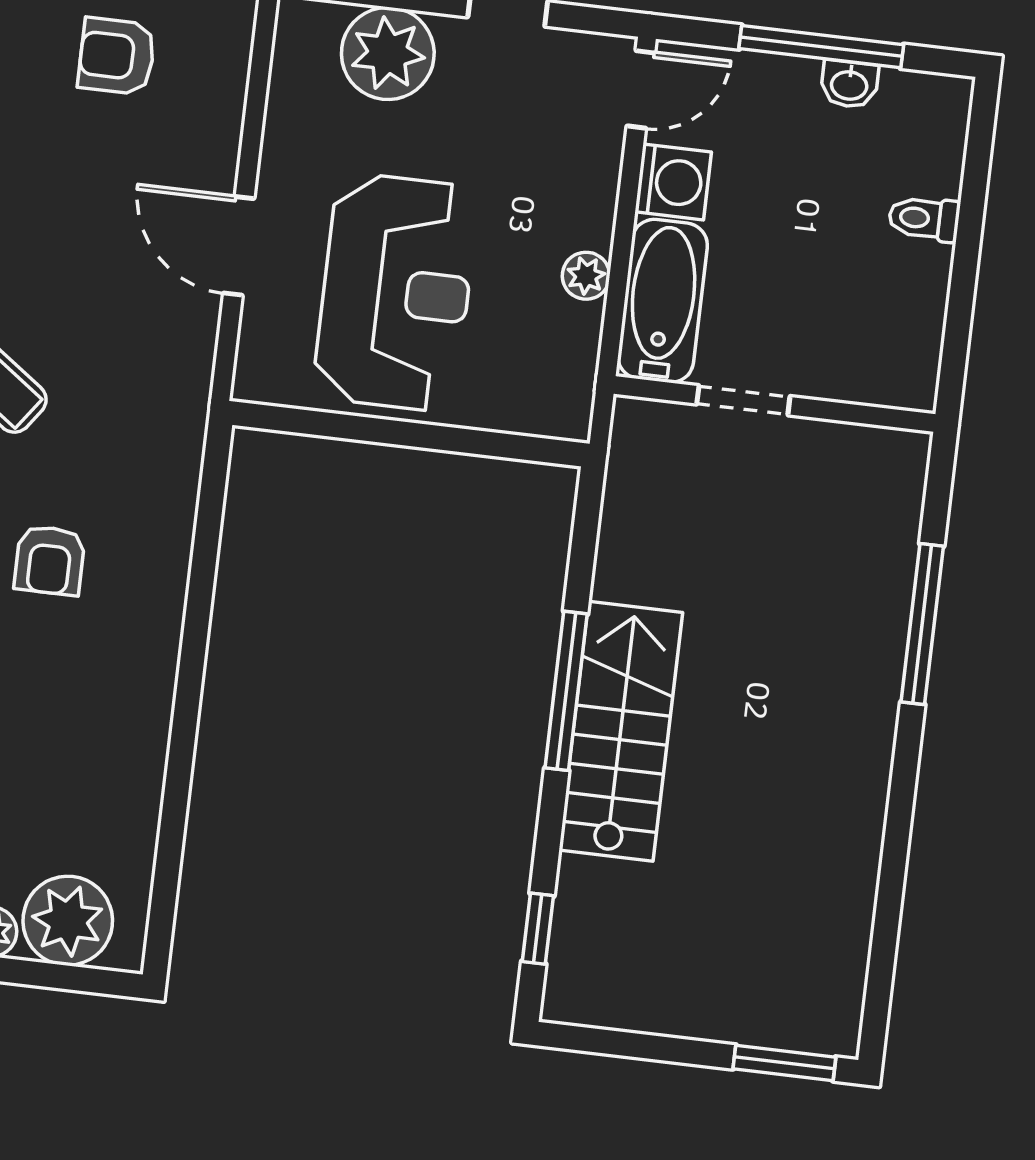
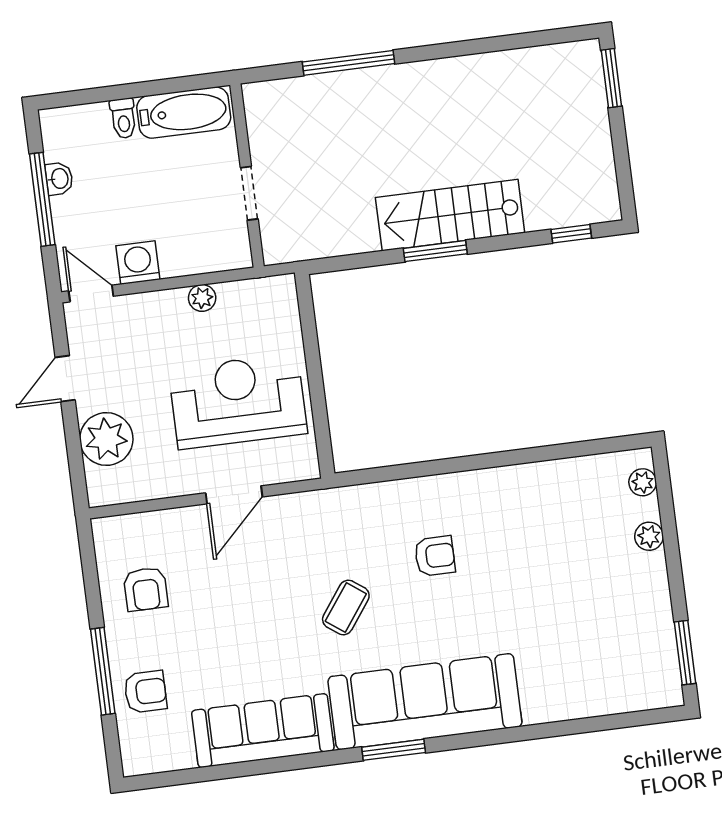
bathtub: (663, 301) -> (184, 113), moved, turned 180
window: (566, 691) -> (435, 251), width x0.69
plant: (68, 921) -> (643, 482), width x0.53, depth x0.53

